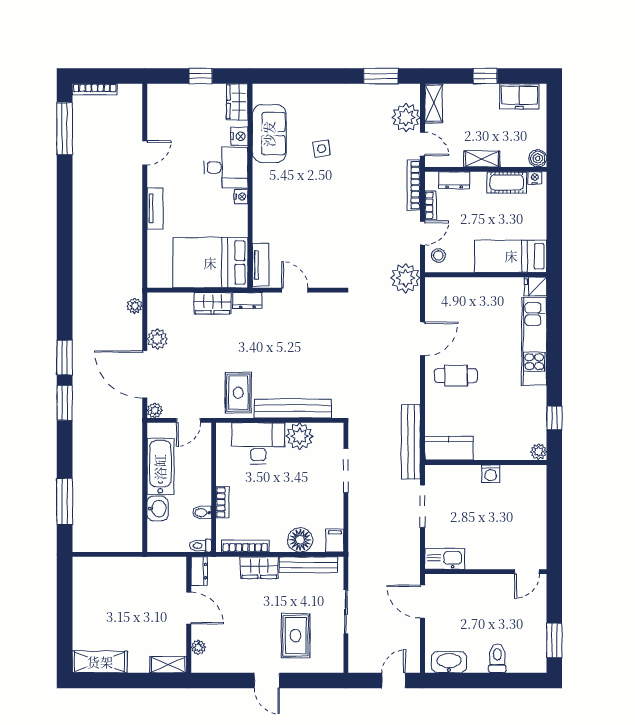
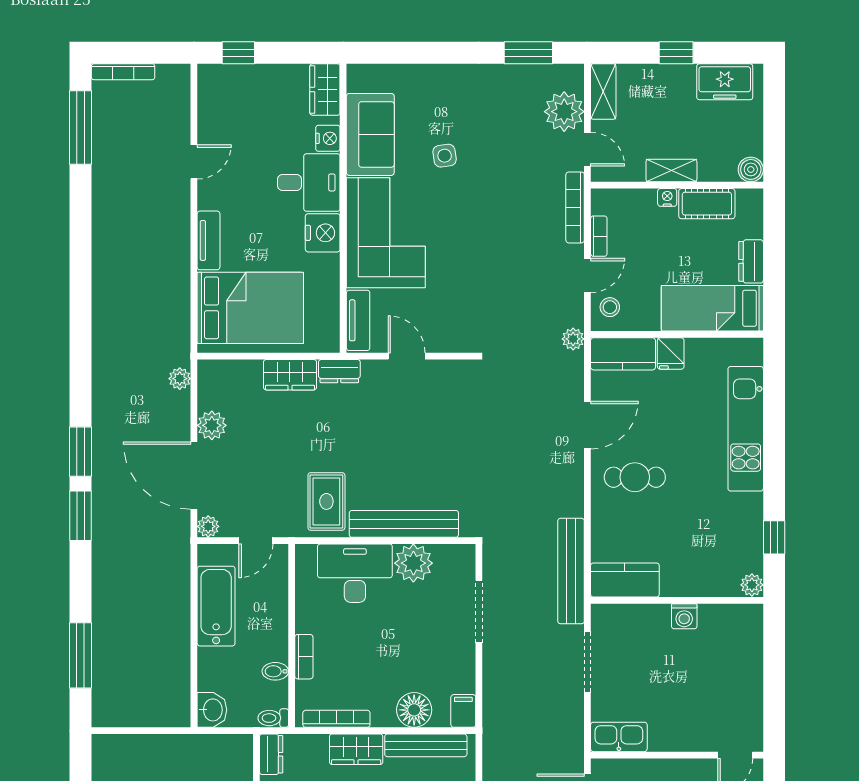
window: (201, 76) -> (238, 53), moved
nightstand: (535, 178) -> (667, 197), moved
dresser: (454, 180) -> (751, 261), moved, turned 90
nightstand: (241, 197) -> (323, 233), width x1.89, depth x1.79
corner sofa: (280, 203) -> (386, 233), added
bed: (210, 263) -> (250, 308), moved, turned 180
plant: (406, 278) -> (573, 339), width x0.53, depth x0.53
fridge: (535, 286) -> (671, 353), moved, turned -90
kitchen counter: (448, 288) -> (623, 354), added
washbasin: (157, 509) -> (212, 710), moved

